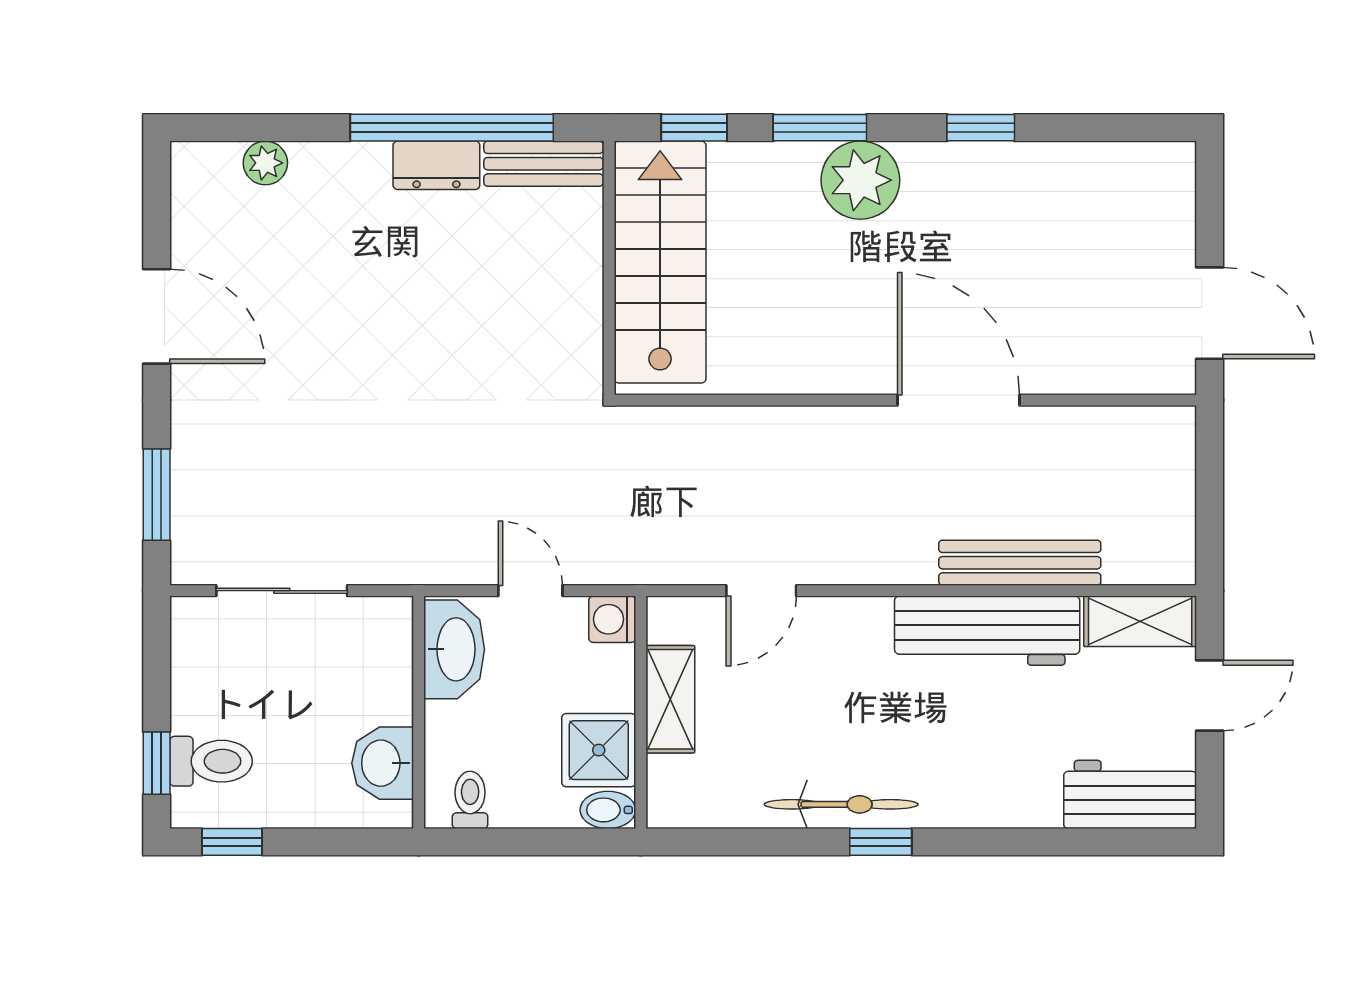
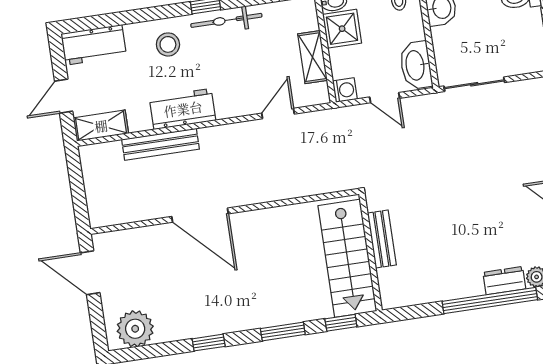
window: (452, 128) -> (490, 301), moved
bench: (544, 164) -> (382, 239), moved, turned 90
dresser: (436, 165) -> (504, 281), moved
plant: (860, 180) -> (135, 329), moved
sliding door: (282, 591) -> (474, 84), moved
workbench: (987, 631) -> (183, 109), width x0.73
stool: (972, 772) -> (168, 44), added

